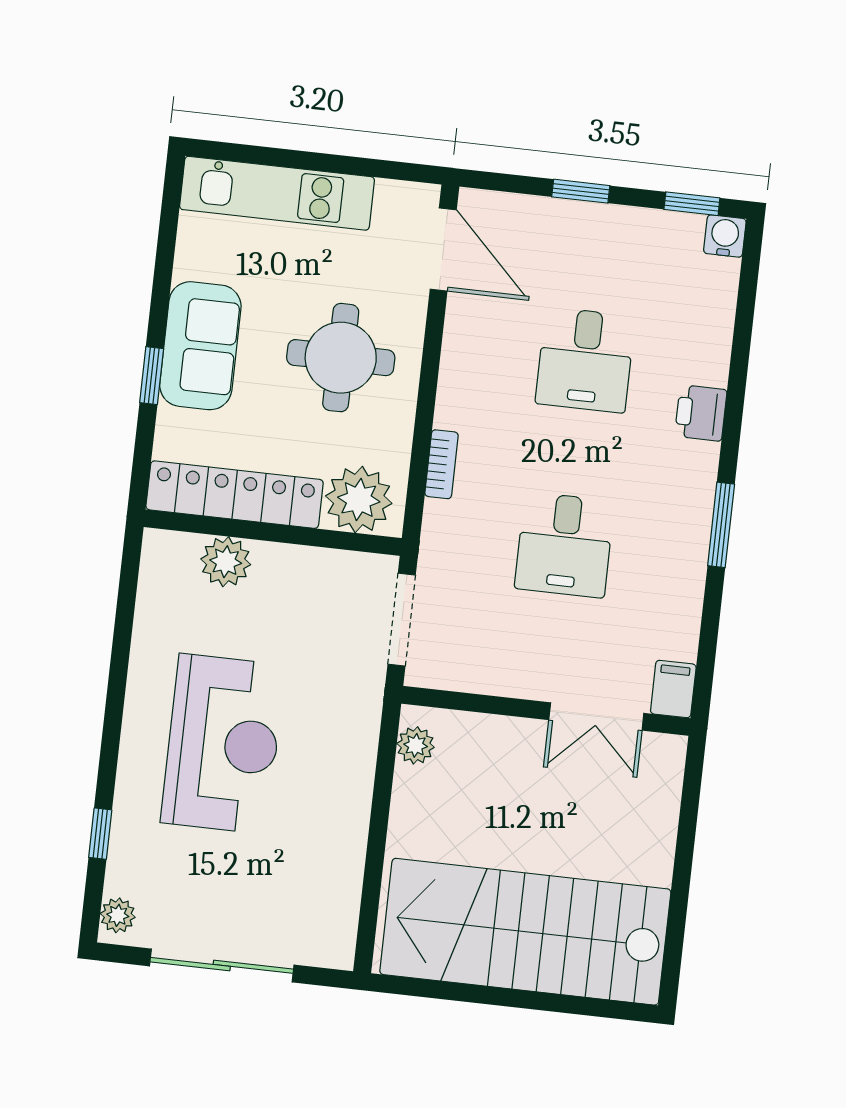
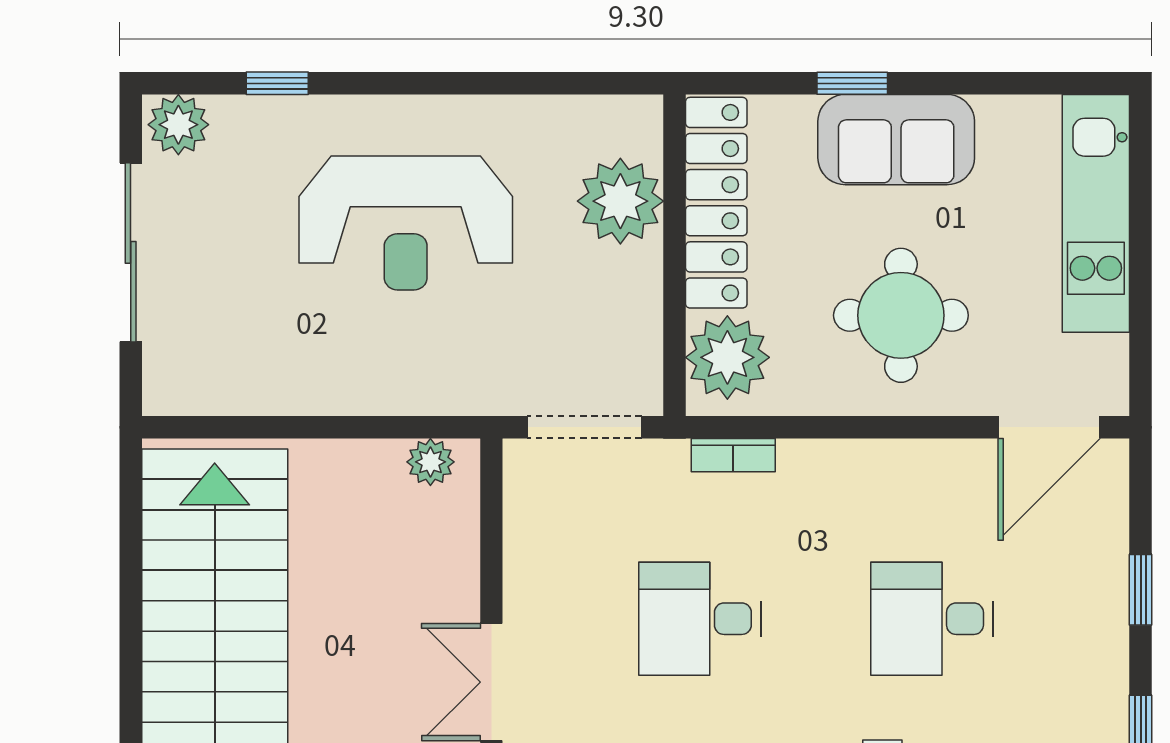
bookcase: (442, 464) -> (733, 455), moved
plant: (226, 562) -> (620, 201), width x1.36, depth x1.36
plant: (118, 915) -> (178, 125), width x1.38, depth x1.38

